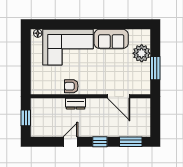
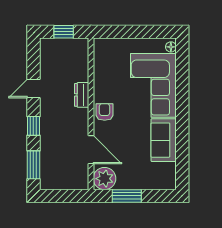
plant: (142, 53) -> (104, 179), moved
armchair: (71, 86) -> (105, 112), moved
door: (119, 96) -> (91, 150), swing flipped
door: (70, 142) -> (33, 88), swing flipped

